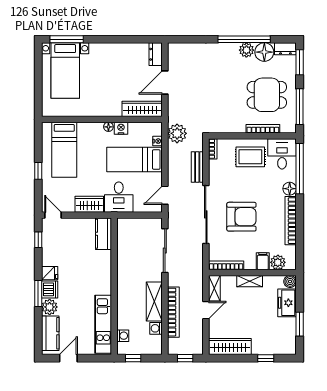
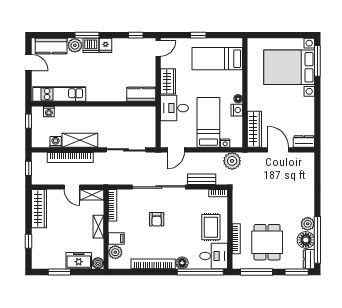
window: (244, 39) -> (317, 240), moved
bed with nightstands: (65, 71) -> (289, 67), width x1.36
door: (165, 195) -> (176, 150), swing flipped
armchair: (241, 217) -> (157, 219), width x0.53, depth x0.53

